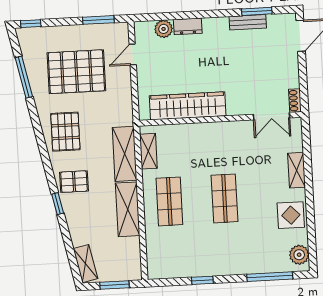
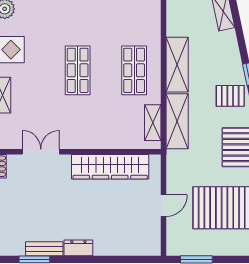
dresser: (188, 26) -> (78, 248), moved
plant: (164, 29) -> (130, 247), removed
door: (133, 54) -> (163, 206), moved
double door: (271, 116) -> (41, 152), moved

